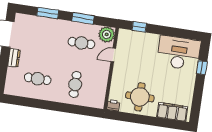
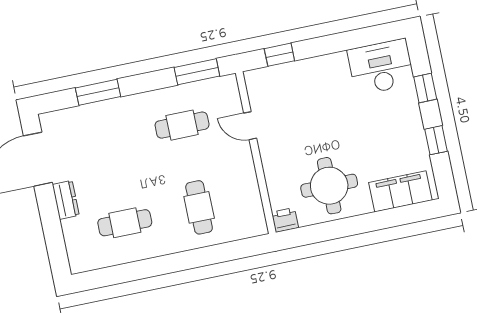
window: (83, 18) -> (197, 72), moved
plant: (107, 34) -> (223, 92), removed
desk: (179, 53) -> (381, 67), width x0.73, depth x0.77
door: (113, 55) -> (250, 126), hinge flipped
window: (198, 94) -> (436, 140), added

